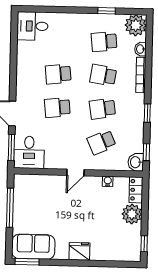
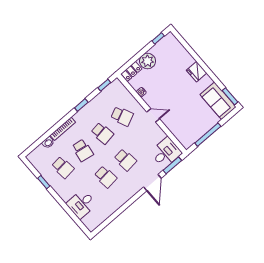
plant: (136, 25) -> (37, 158), removed
desk: (33, 26) -> (81, 204), moved, turned 90
washbasin: (136, 162) -> (116, 86), removed

